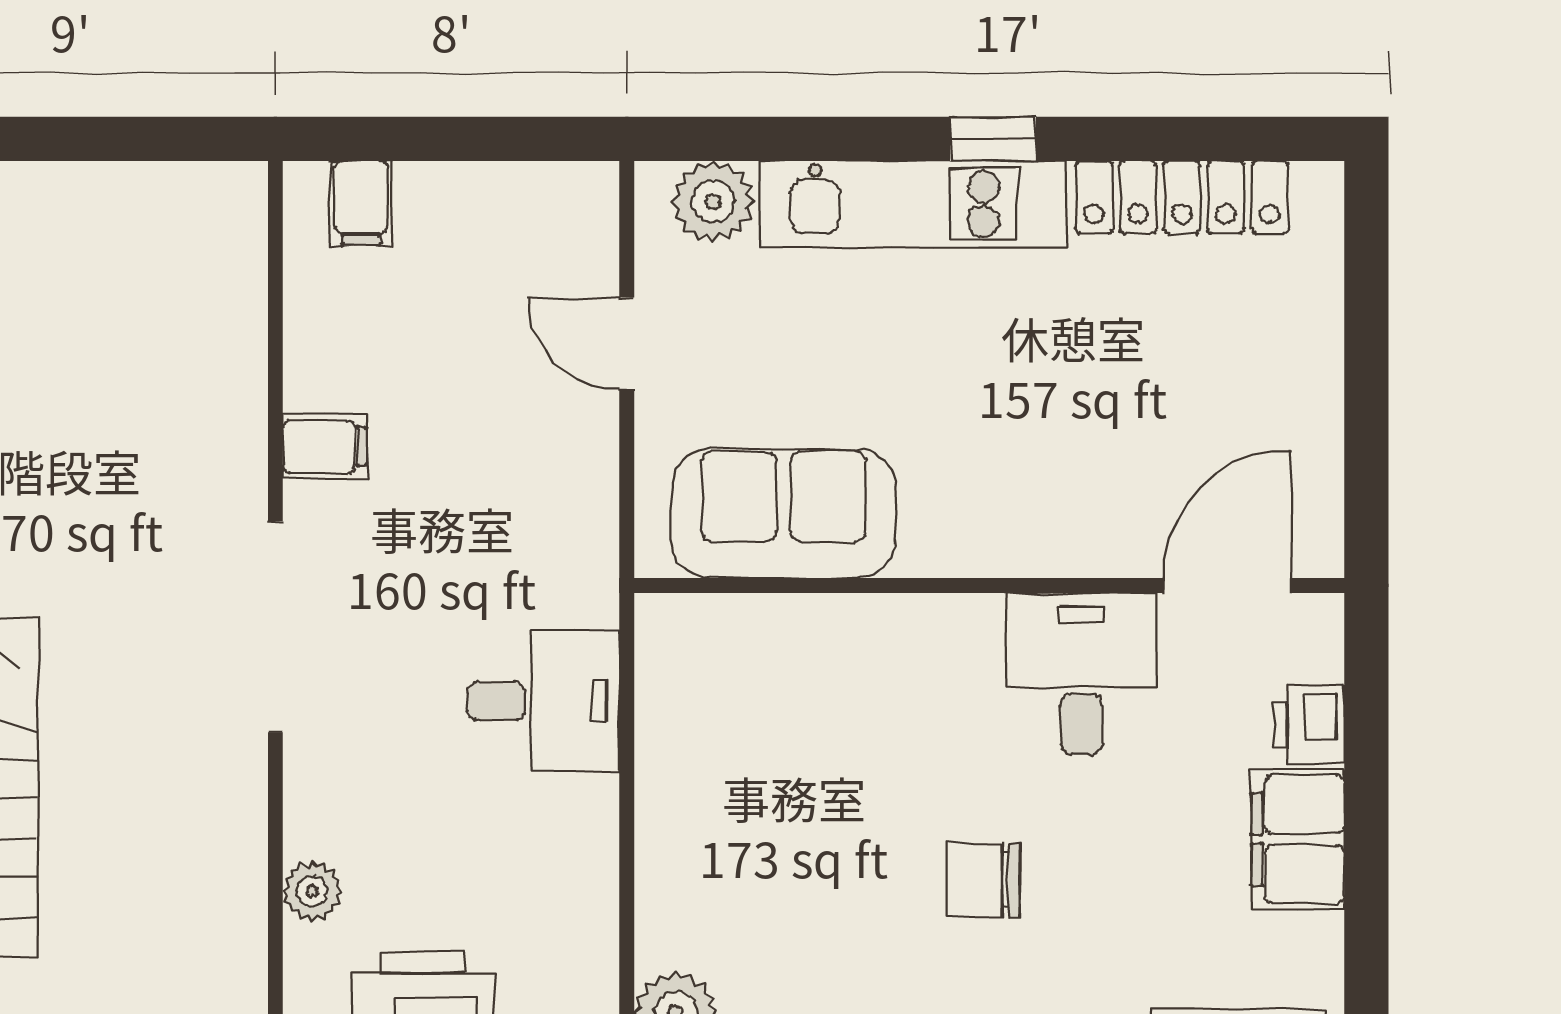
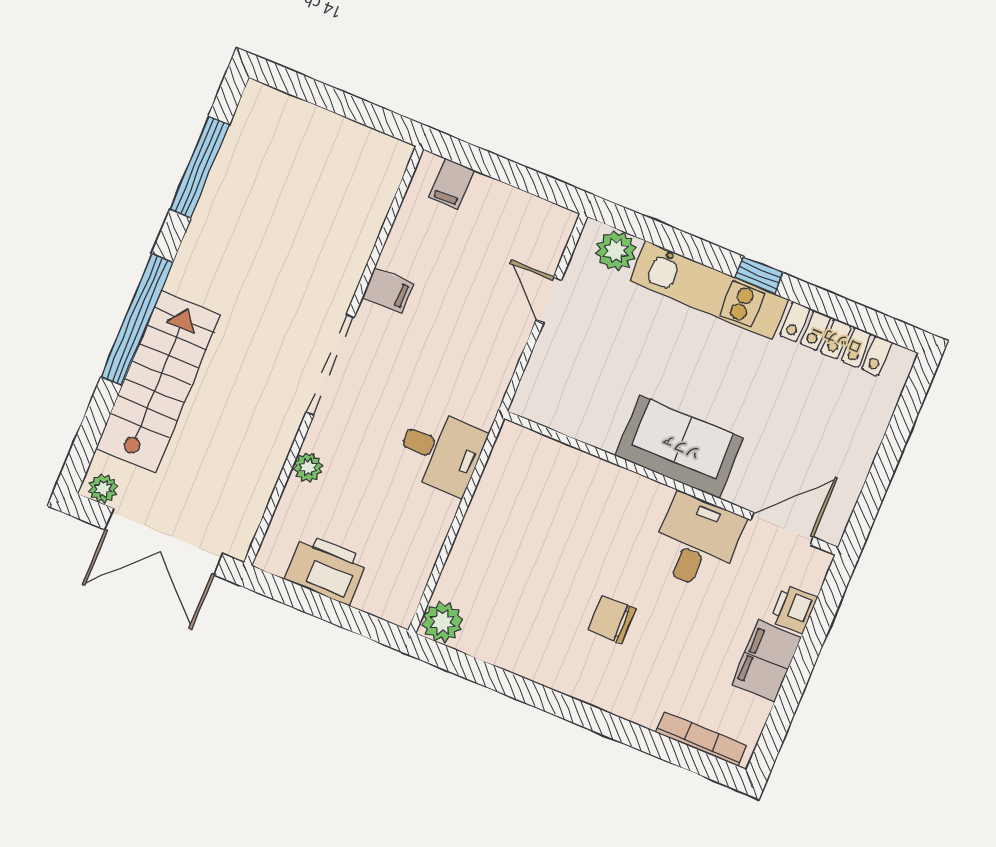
sofa: (784, 513) -> (680, 447), moved
plant: (312, 891) -> (308, 467), moved

